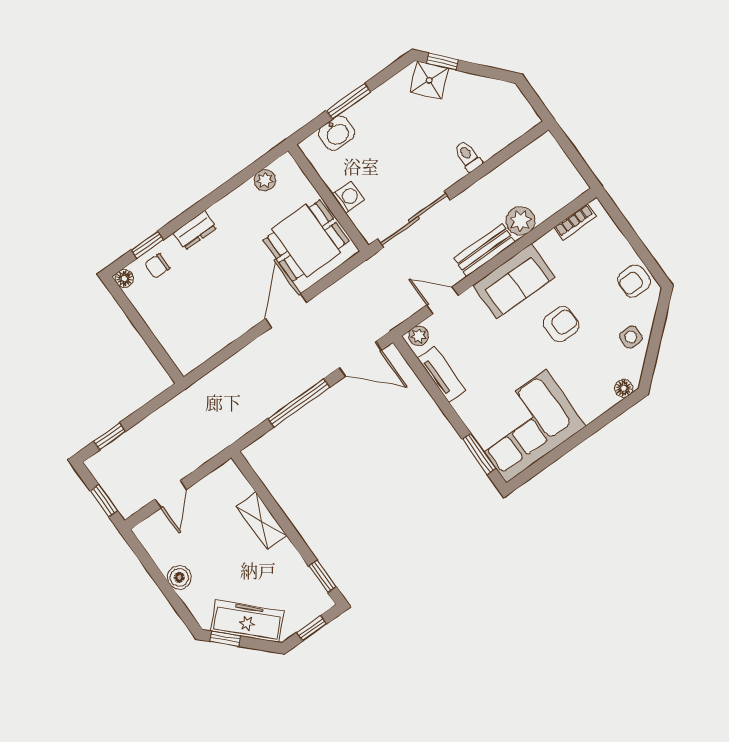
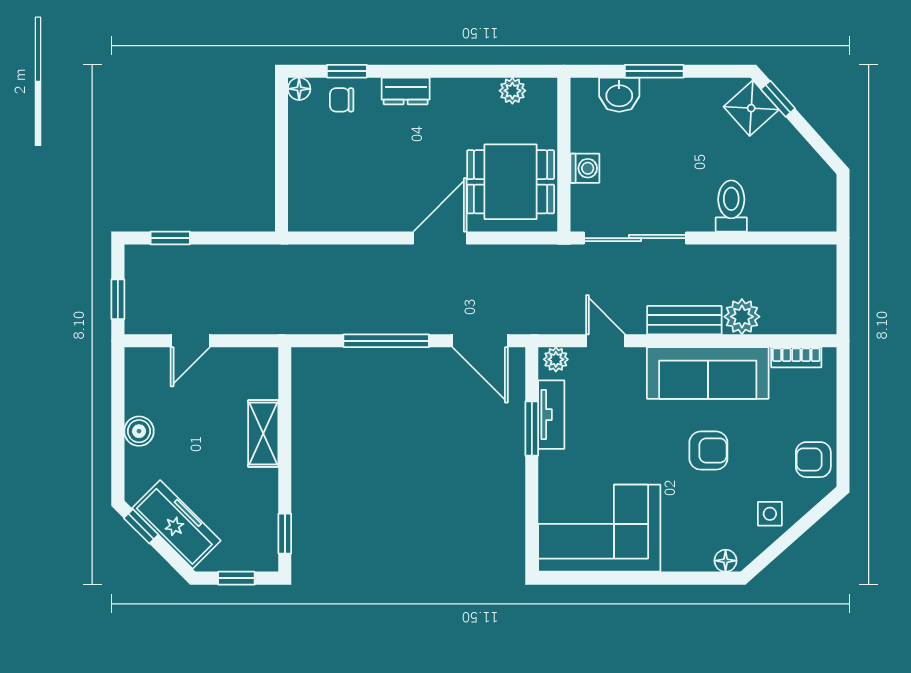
toilet: (468, 156) -> (731, 206), width x1.37, depth x1.39
sofa: (514, 281) -> (708, 373), width x1.36
window: (479, 454) -> (532, 429), moved

